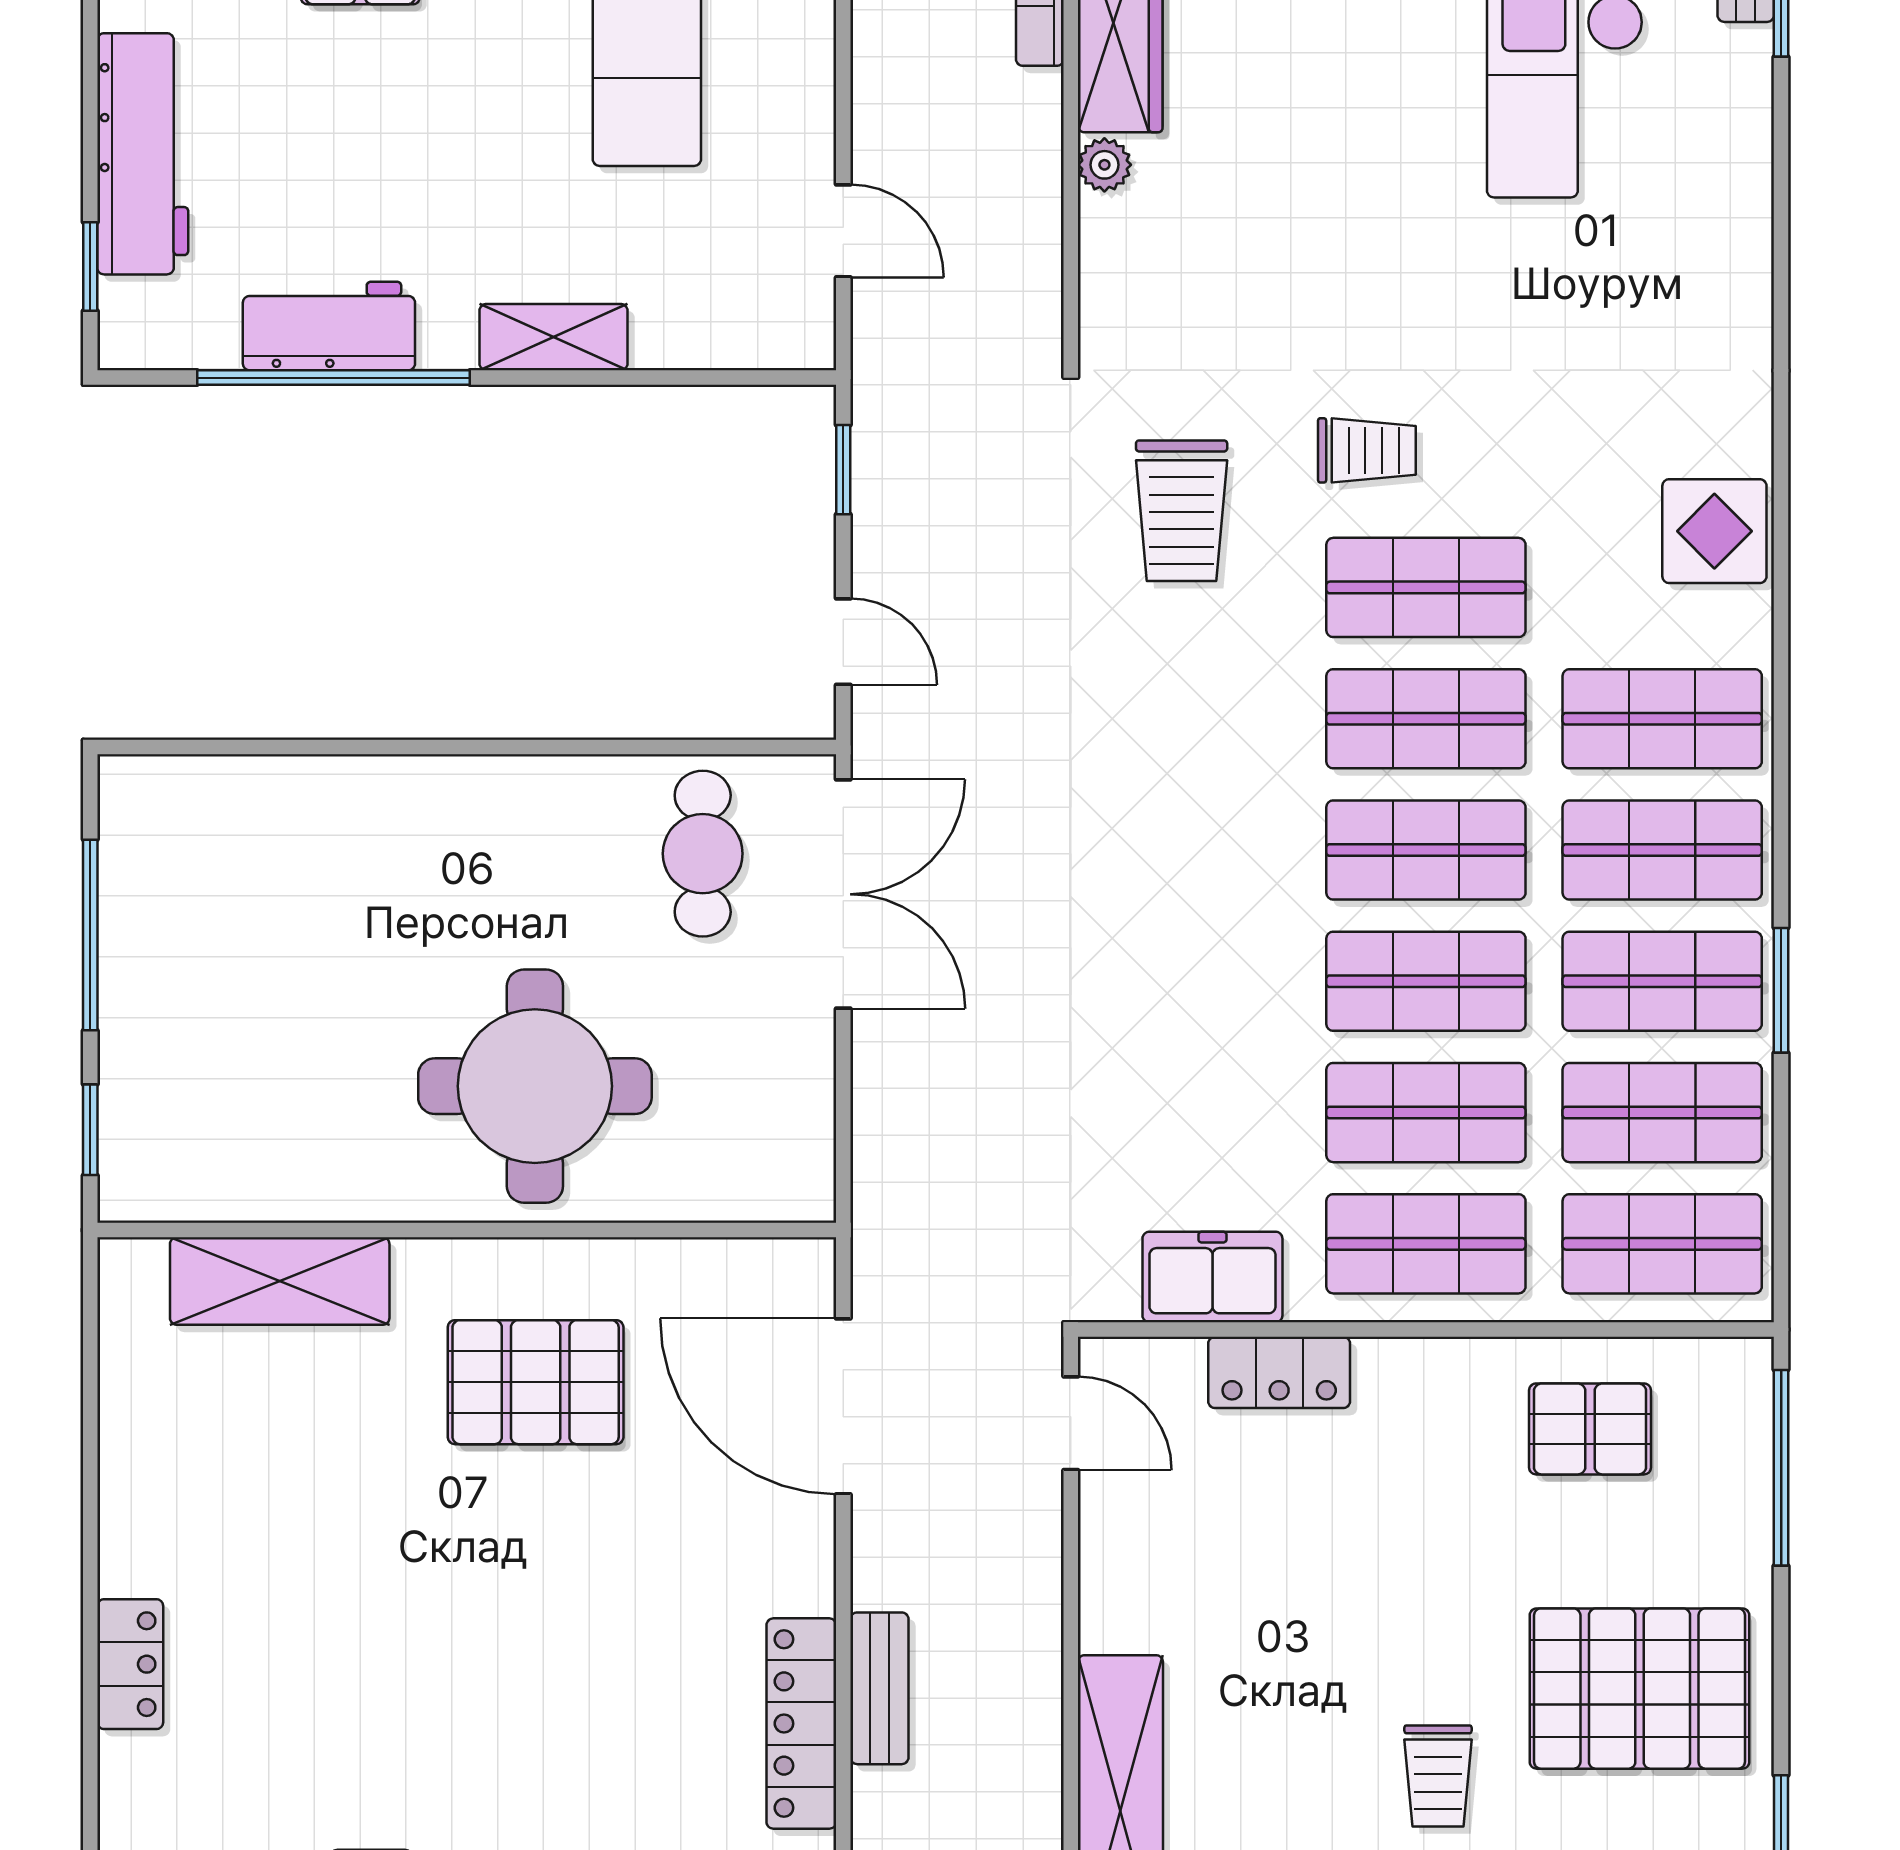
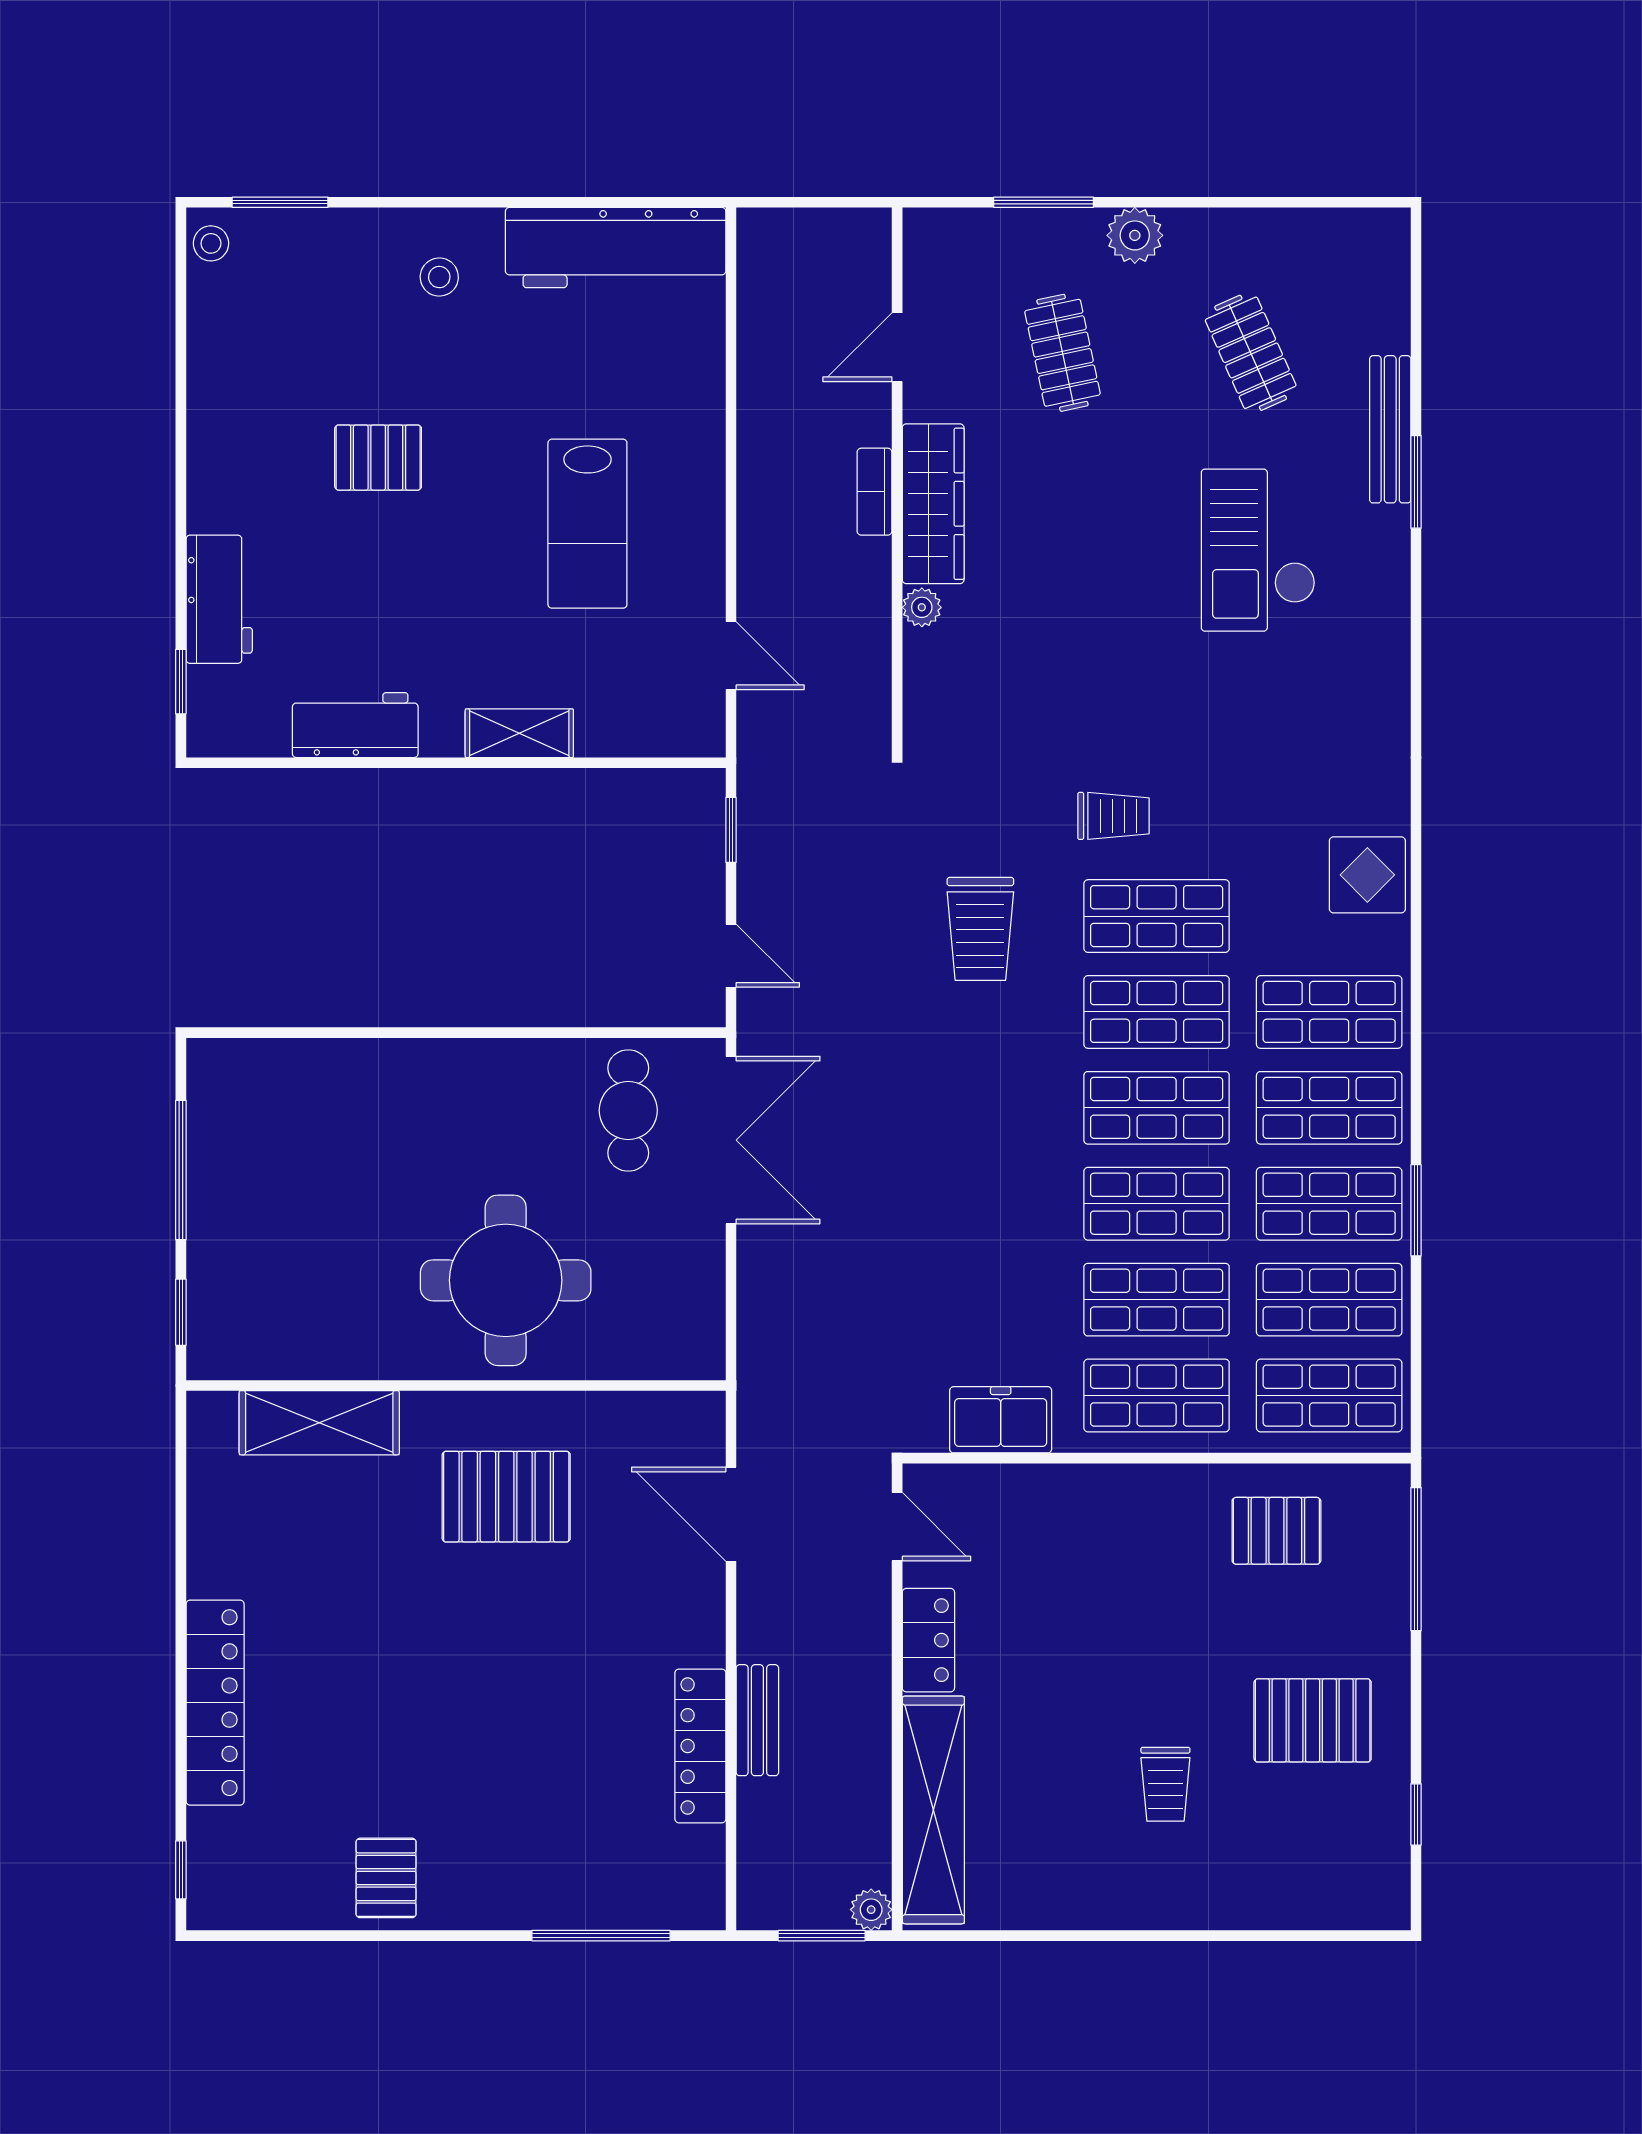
workbench: (143, 154) -> (219, 599), width x0.73
window: (334, 378) -> (359, 763), removed
trolley: (1182, 511) -> (980, 929), moved
locker: (1279, 1372) -> (928, 1640), moved, turned -90
door: (843, 1406) -> (731, 1514), width x0.73
locker: (130, 1664) -> (215, 1703), width x2.16, depth x1.21
pallet: (1639, 1689) -> (1313, 1720), width x0.73, depth x0.71

